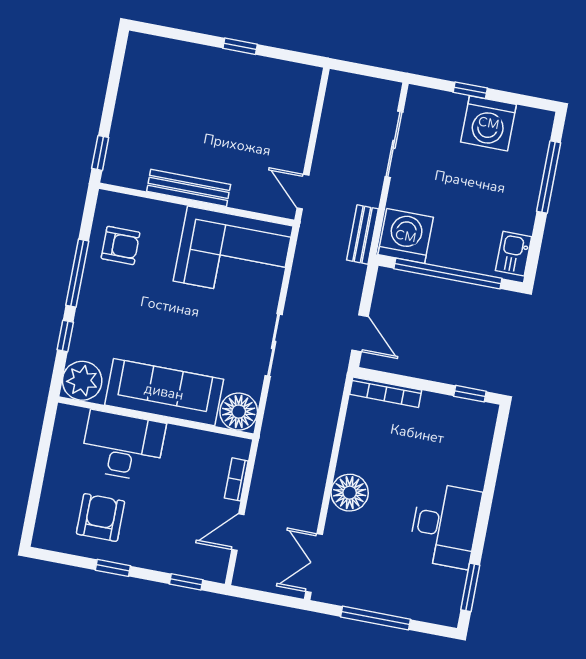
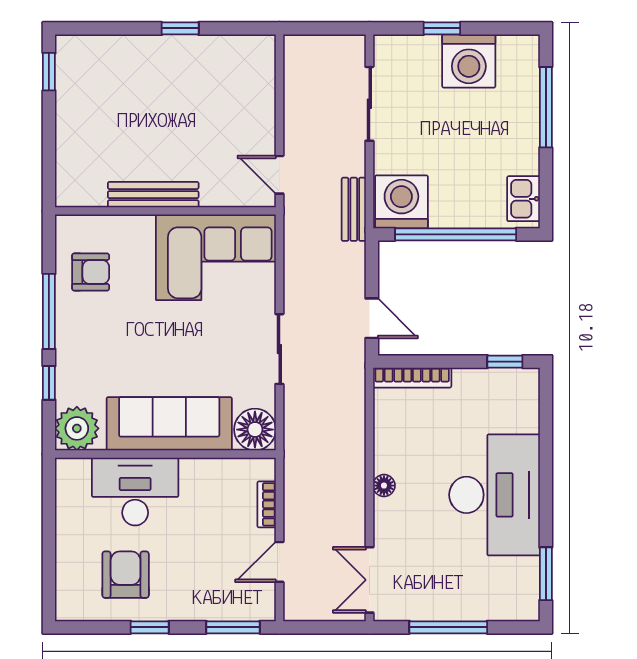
window: (100, 153) -> (49, 72), moved
floor lamp: (350, 493) -> (384, 486), width x0.53, depth x0.53
desk: (445, 525) -> (495, 495), width x1.36, depth x1.30
window: (186, 582) -> (233, 627), width x1.50

